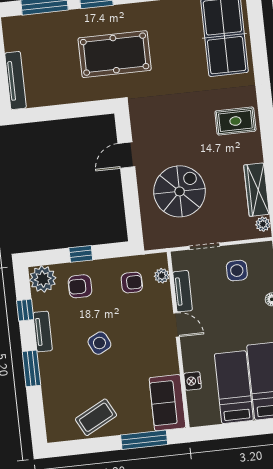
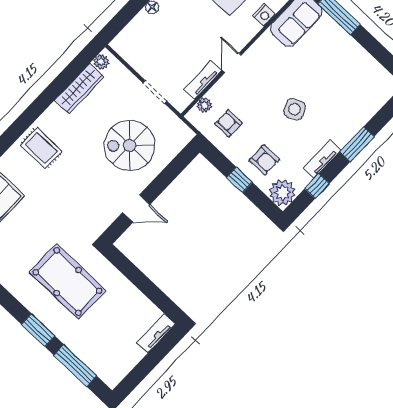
tv unit: (16, 81) -> (156, 333), width x0.71
side table: (237, 271) -> (153, 52), removed
coffee table: (96, 417) -> (353, 65), removed

